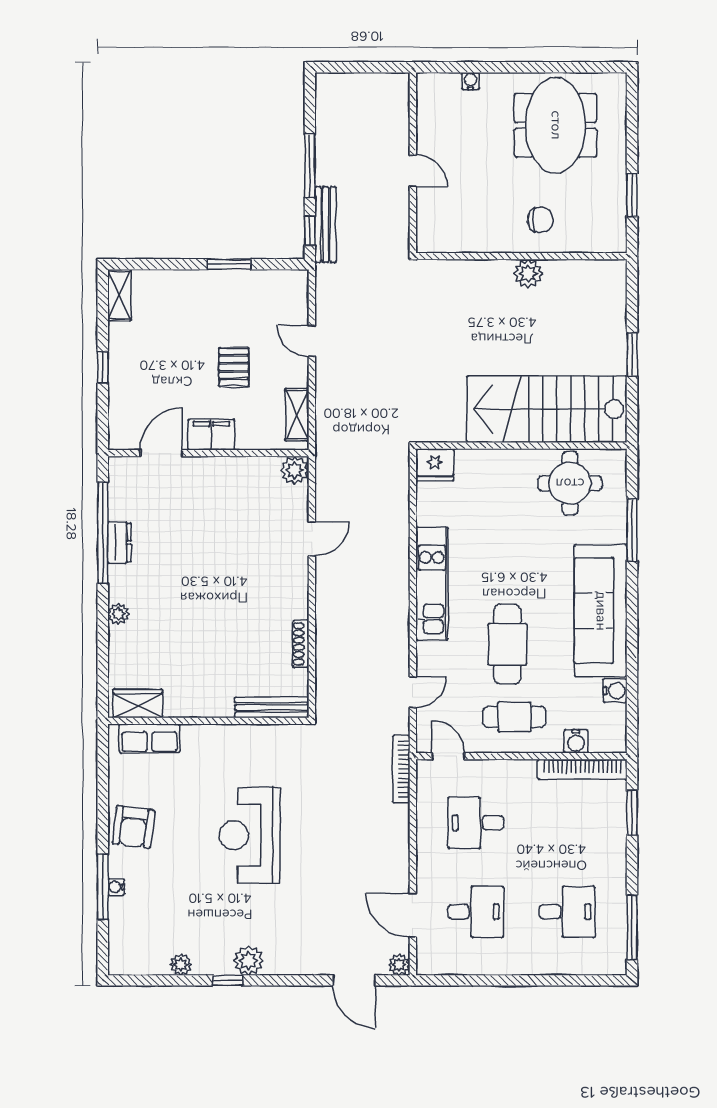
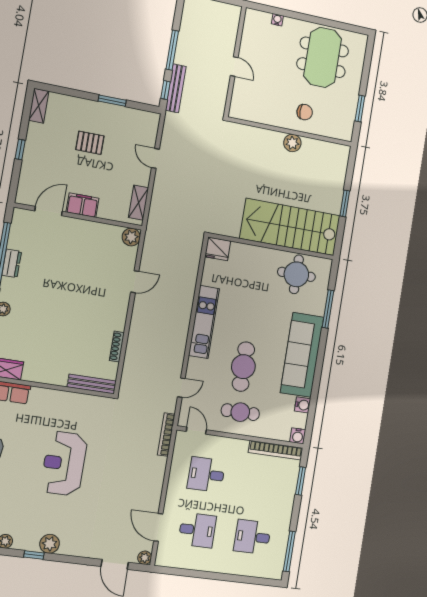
pallet: (234, 367) -> (90, 143), moved, turned 90
water cooler: (576, 741) -> (298, 436), moved
desk: (567, 912) -> (252, 537), turned 180

